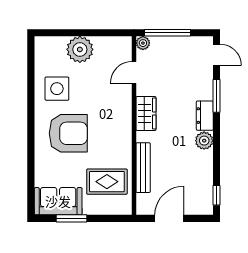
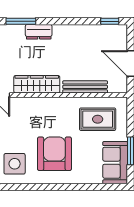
wardrobe: (146, 114) -> (37, 84), width x1.50
plant: (204, 141) -> (61, 32), removed
rug: (107, 182) -> (98, 119), turned 90

